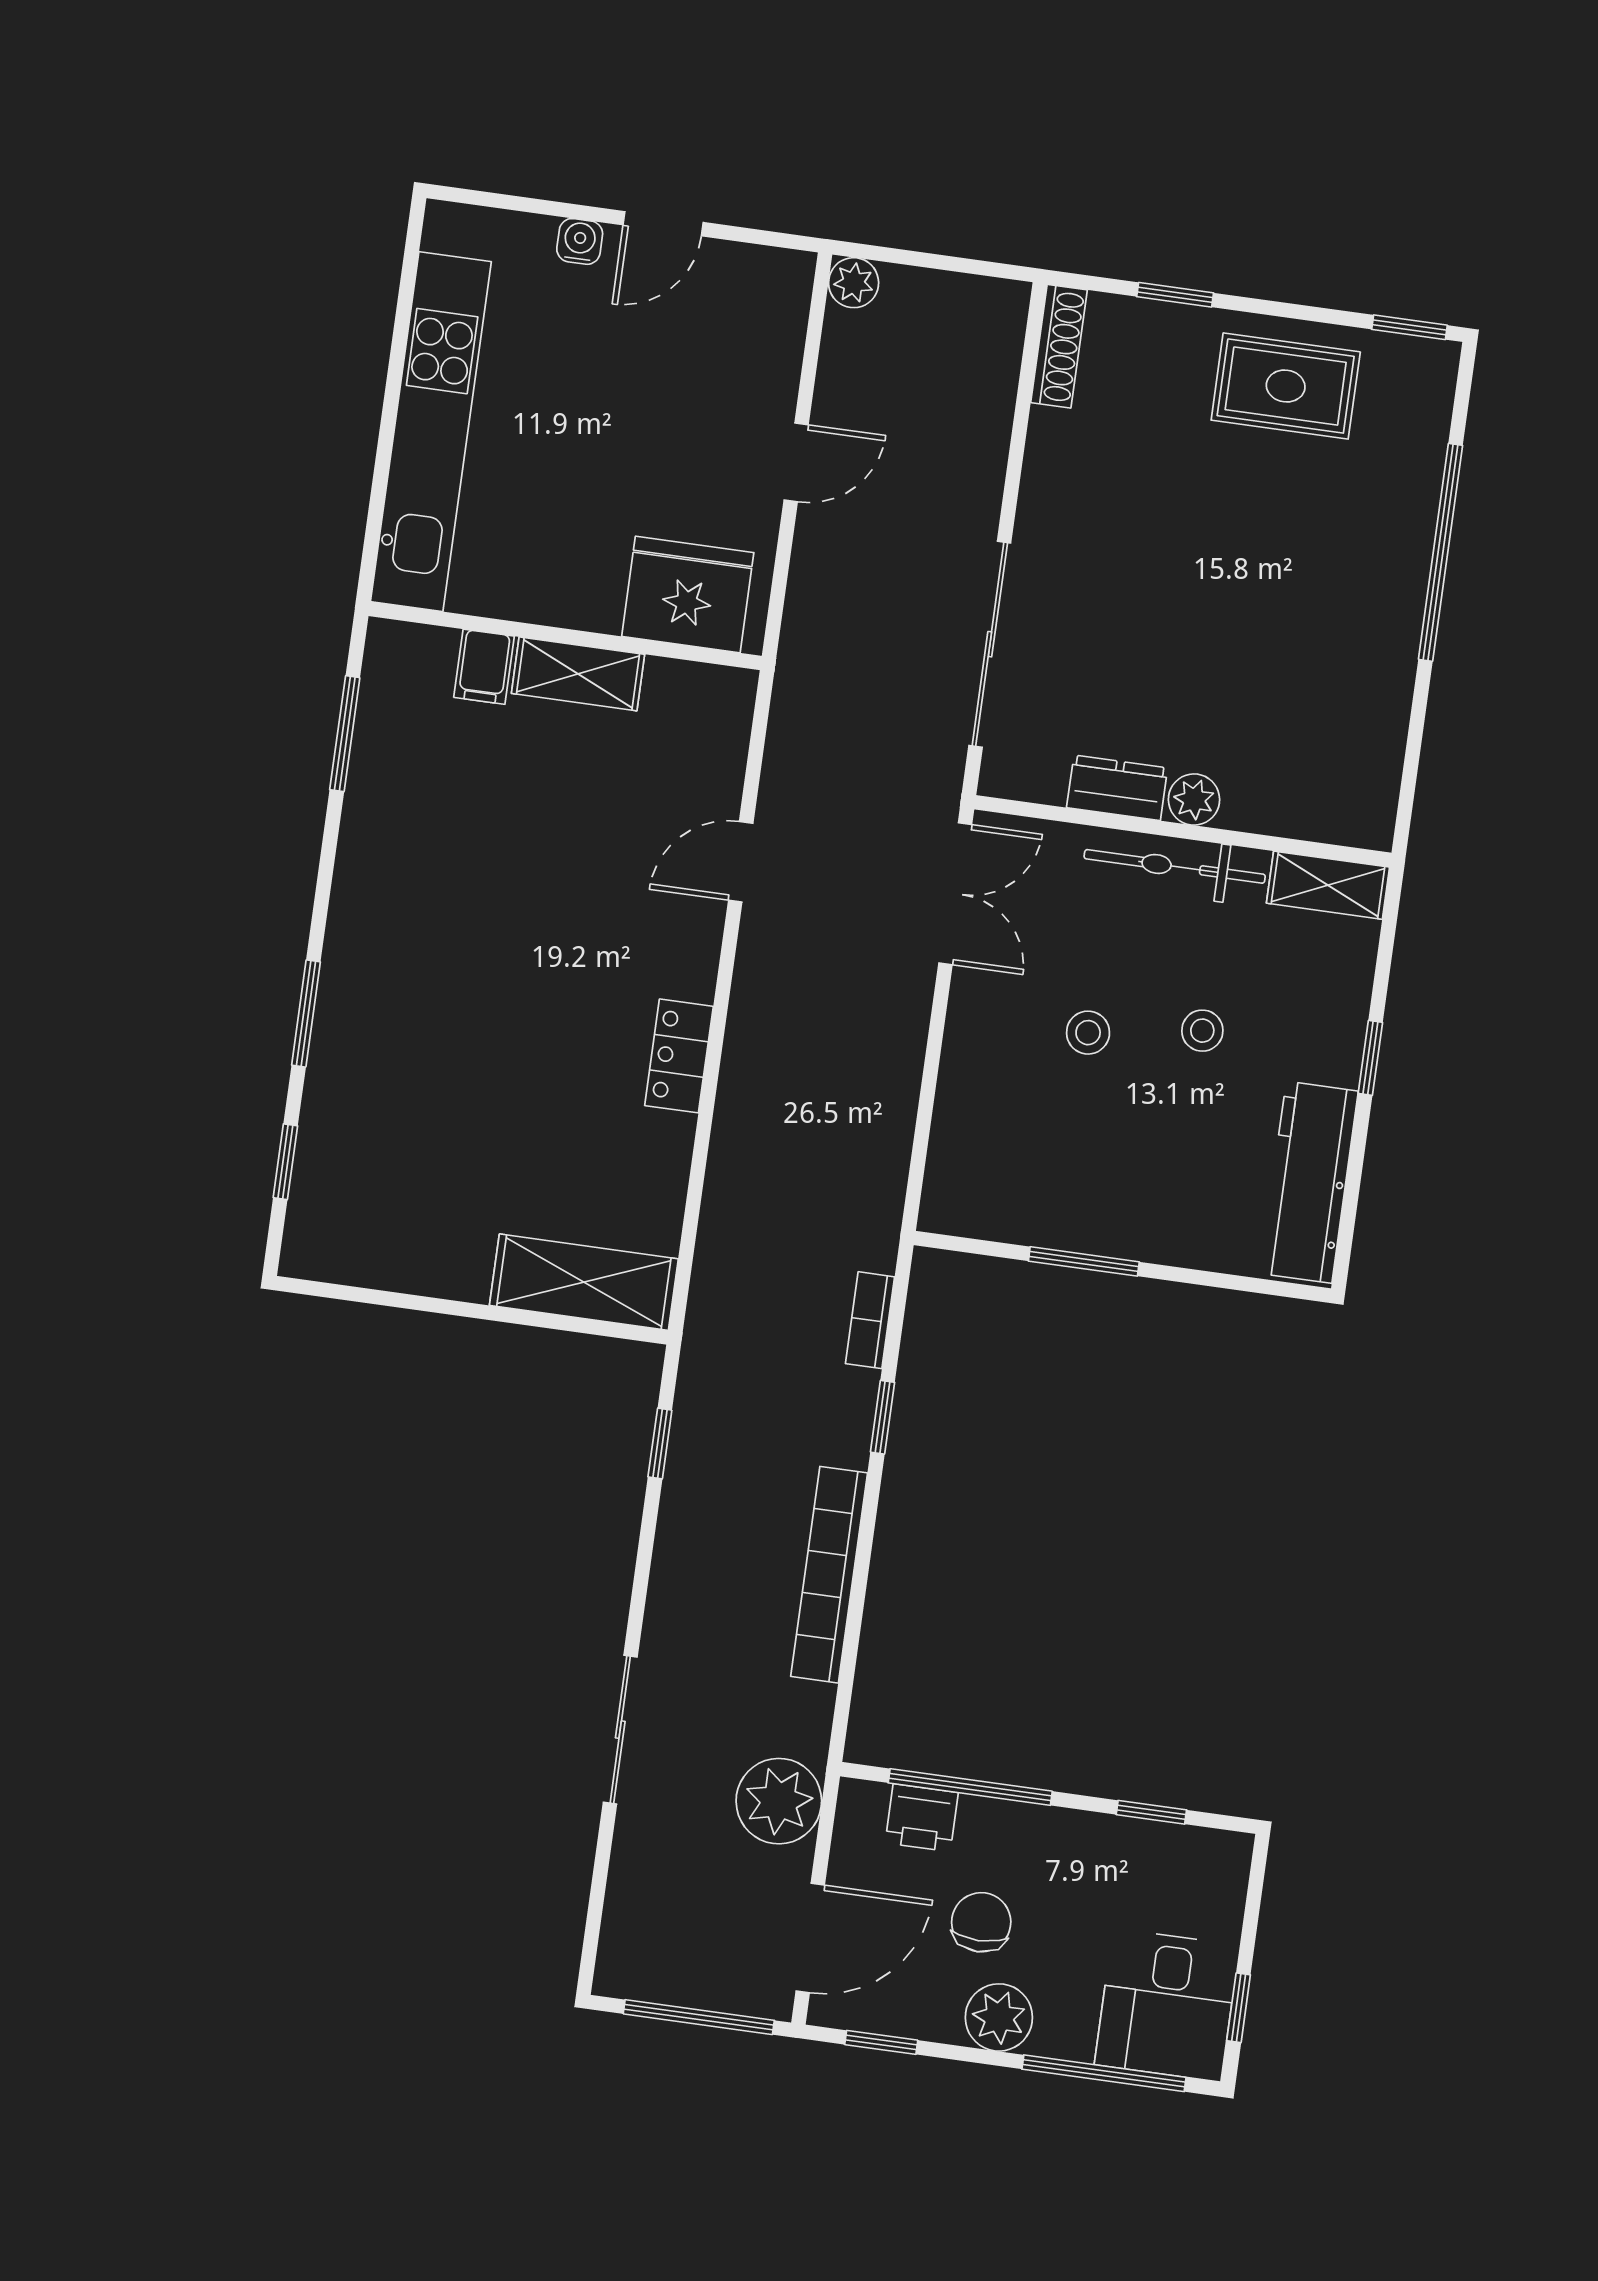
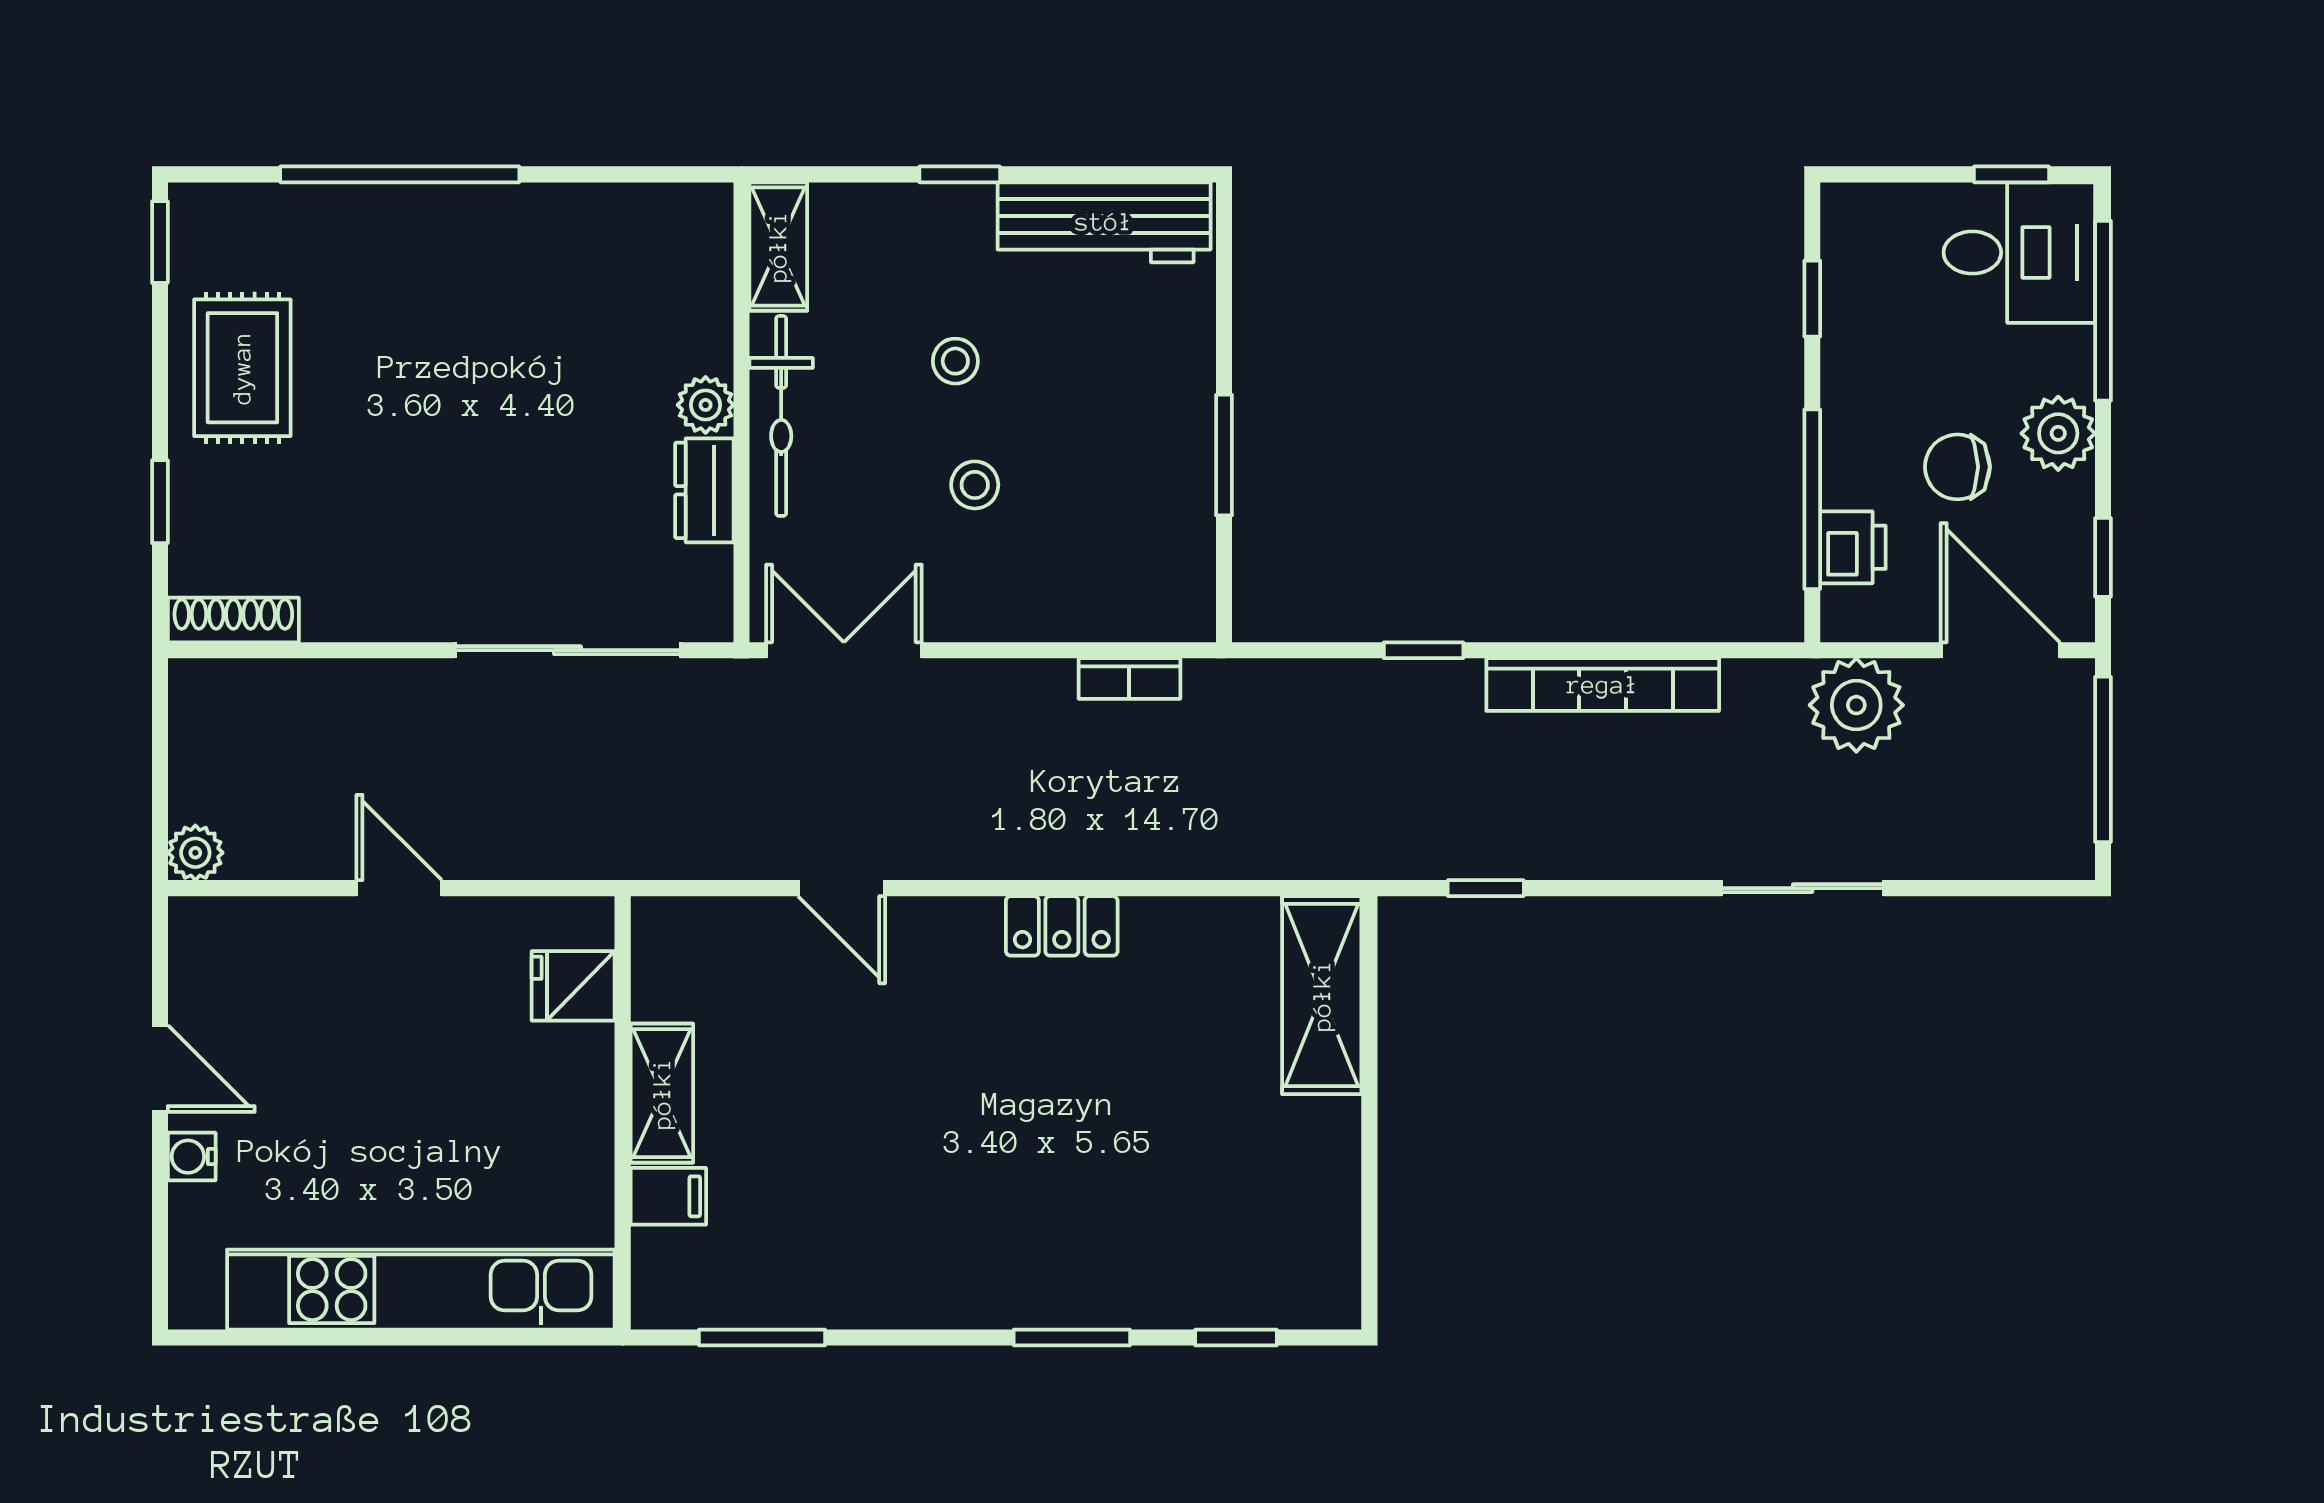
fridge: (688, 594) -> (573, 986), width x0.53, depth x0.75
bookcase: (870, 1320) -> (1129, 678), moved

